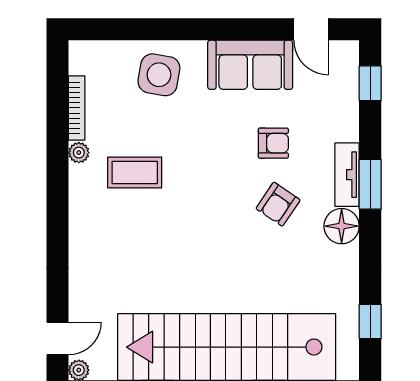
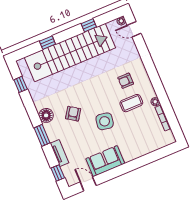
side table: (159, 75) -> (105, 121), moved
armchair: (273, 143) -> (126, 81), moved
tv unit: (347, 175) -> (59, 153), moved
door: (58, 338) -> (134, 29), hinge flipped

